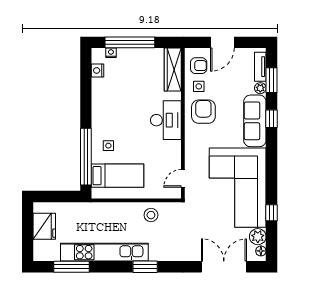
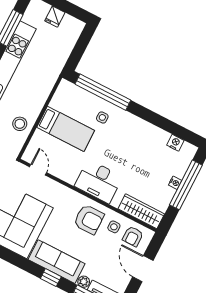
nightstand: (111, 53) -> (175, 183), moved
bed: (118, 176) -> (66, 129), moved, turned -90
fridge: (44, 226) -> (55, 17), width x0.53, depth x0.75

